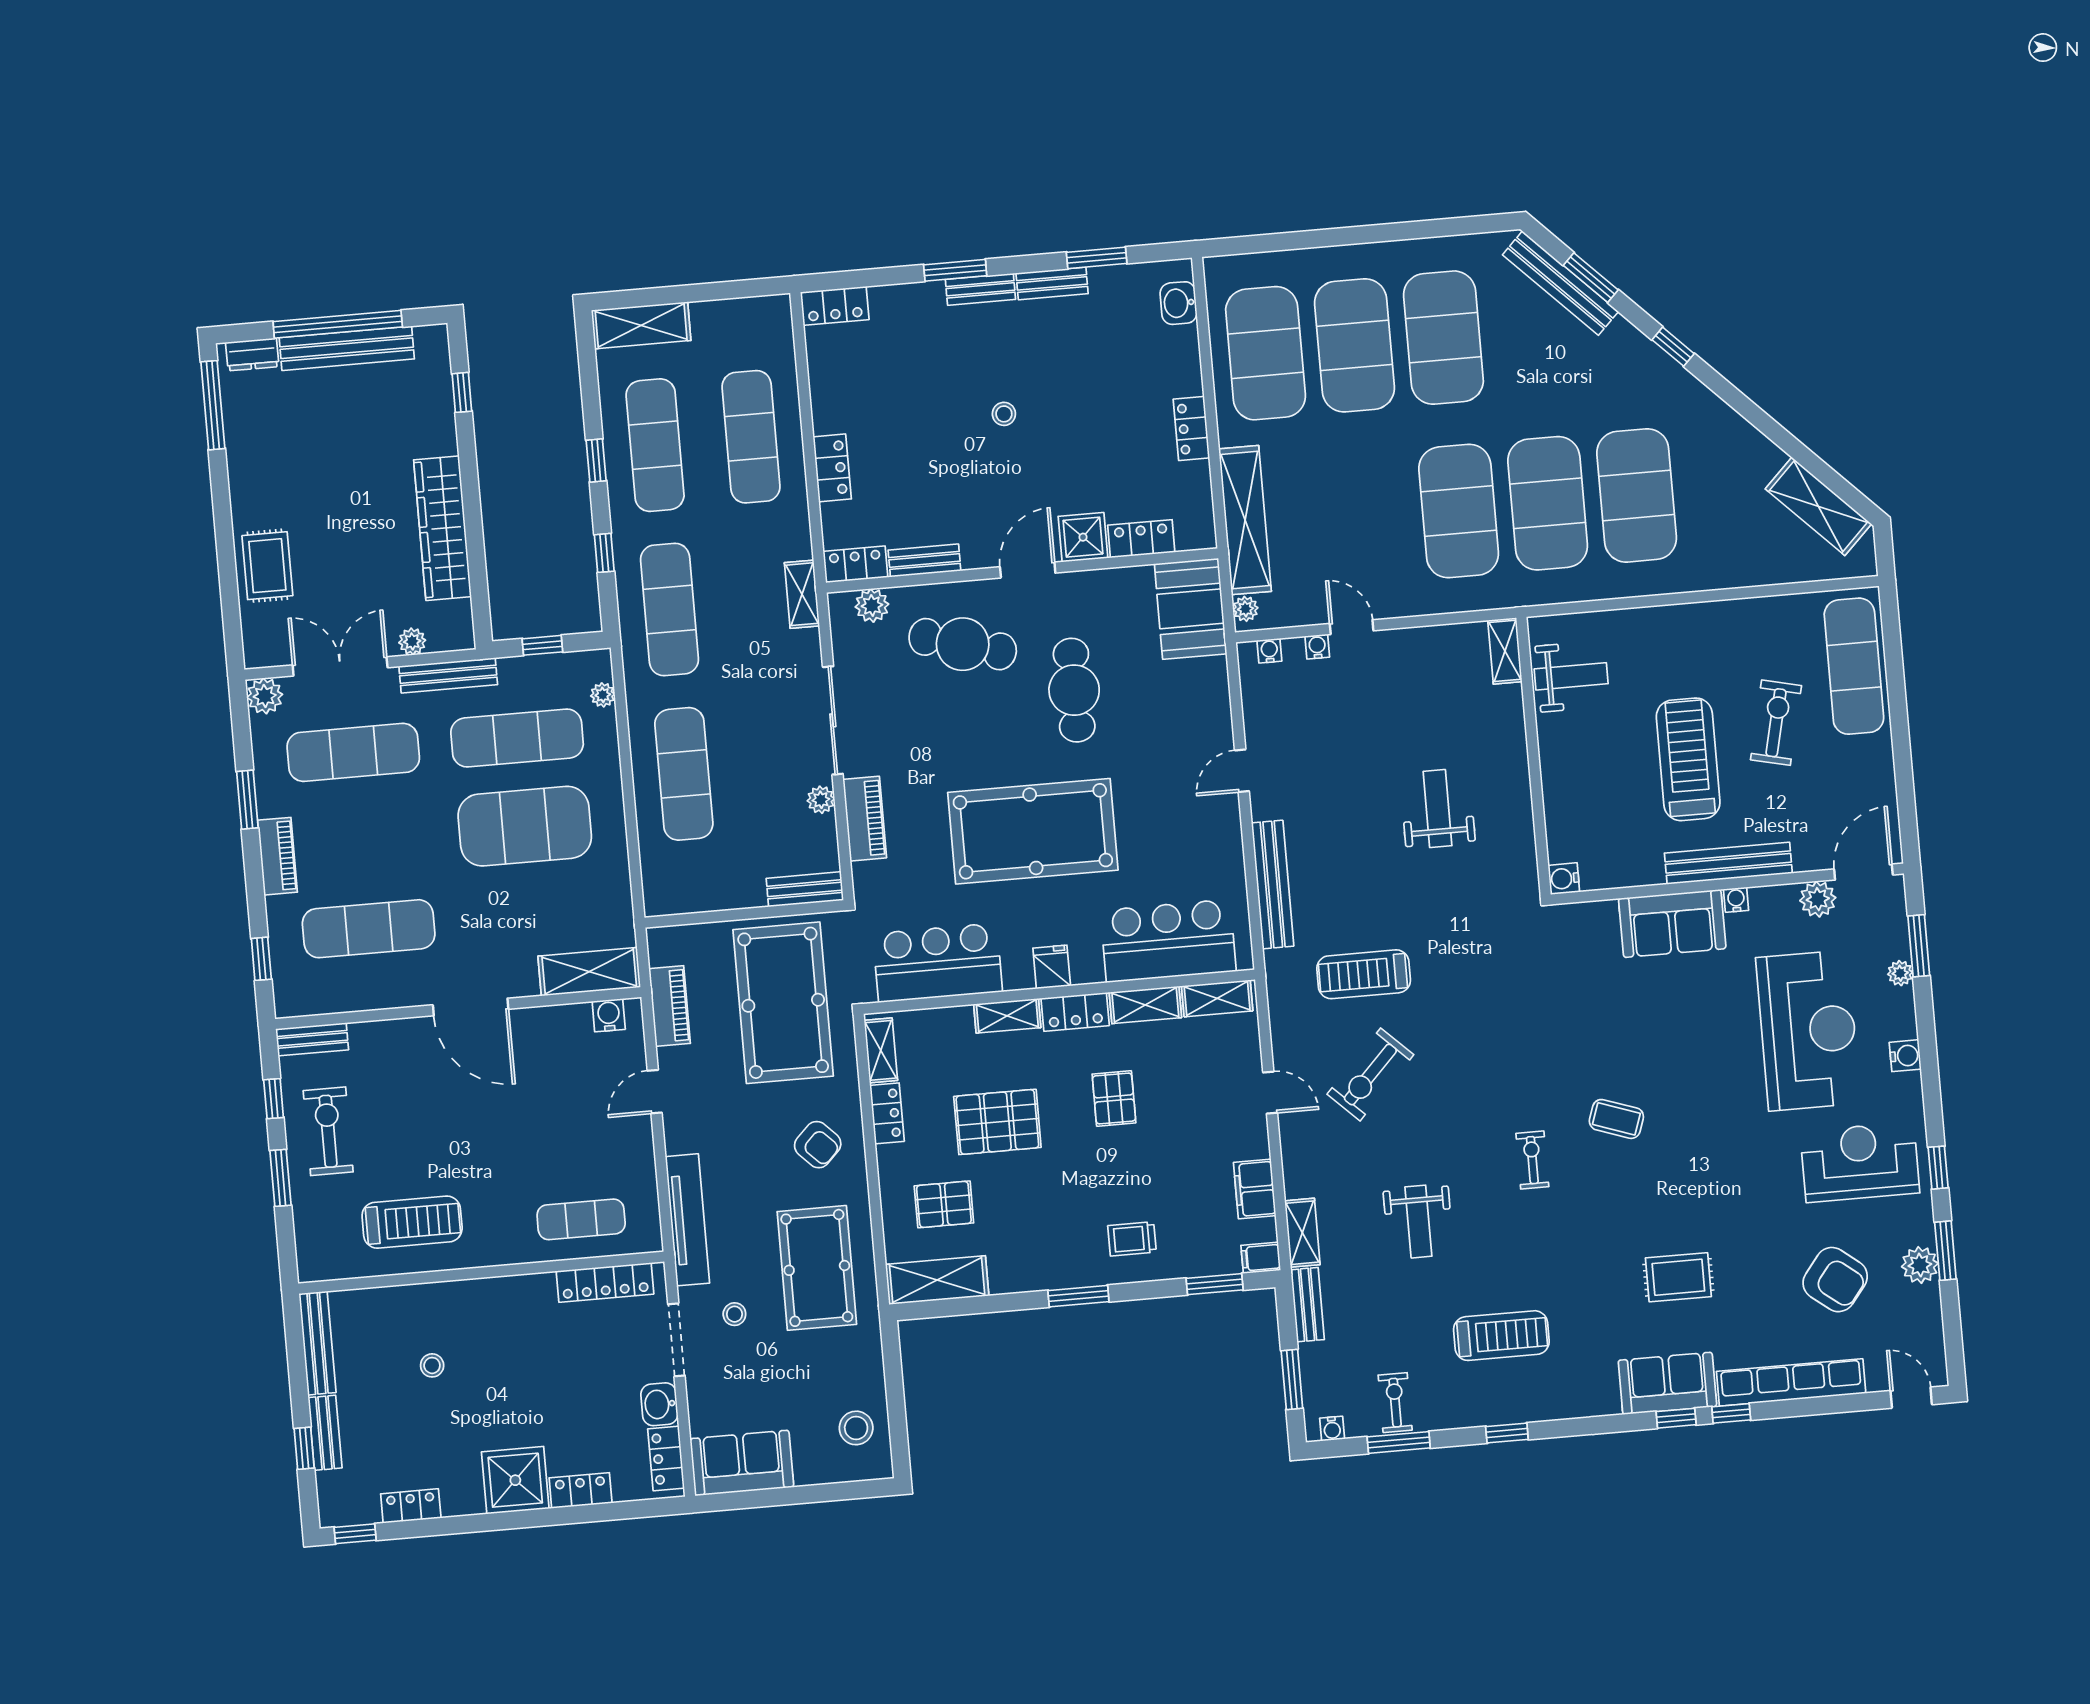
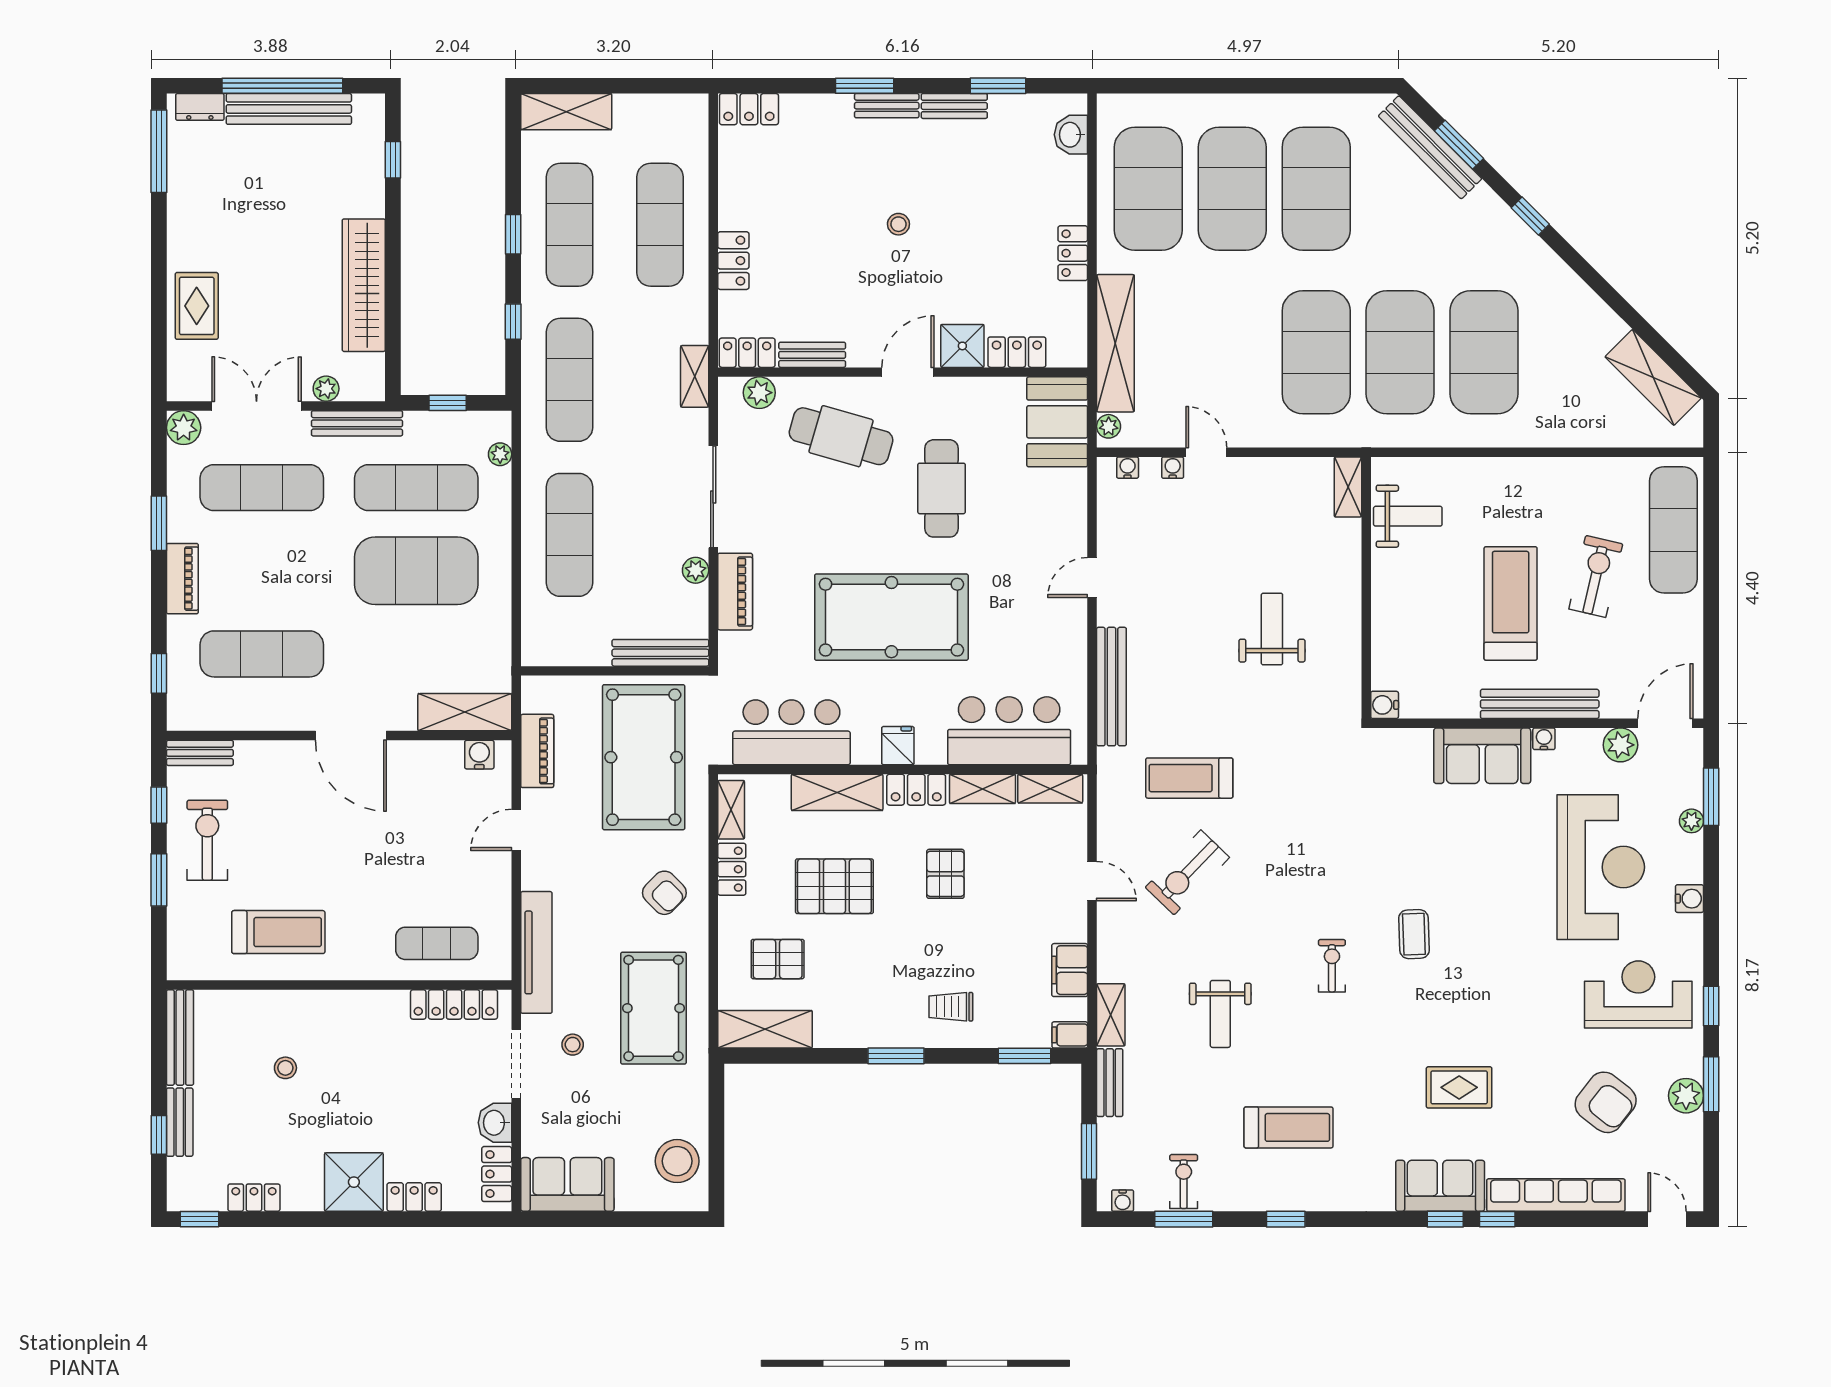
bench: (805, 889) -> (660, 653), width x1.36
shelving: (1007, 1016) -> (837, 792), width x1.50, depth x1.33
coffee table: (1616, 1119) -> (1414, 934), turned 69
stool: (856, 1428) -> (677, 1161), width x1.38, depth x1.38

